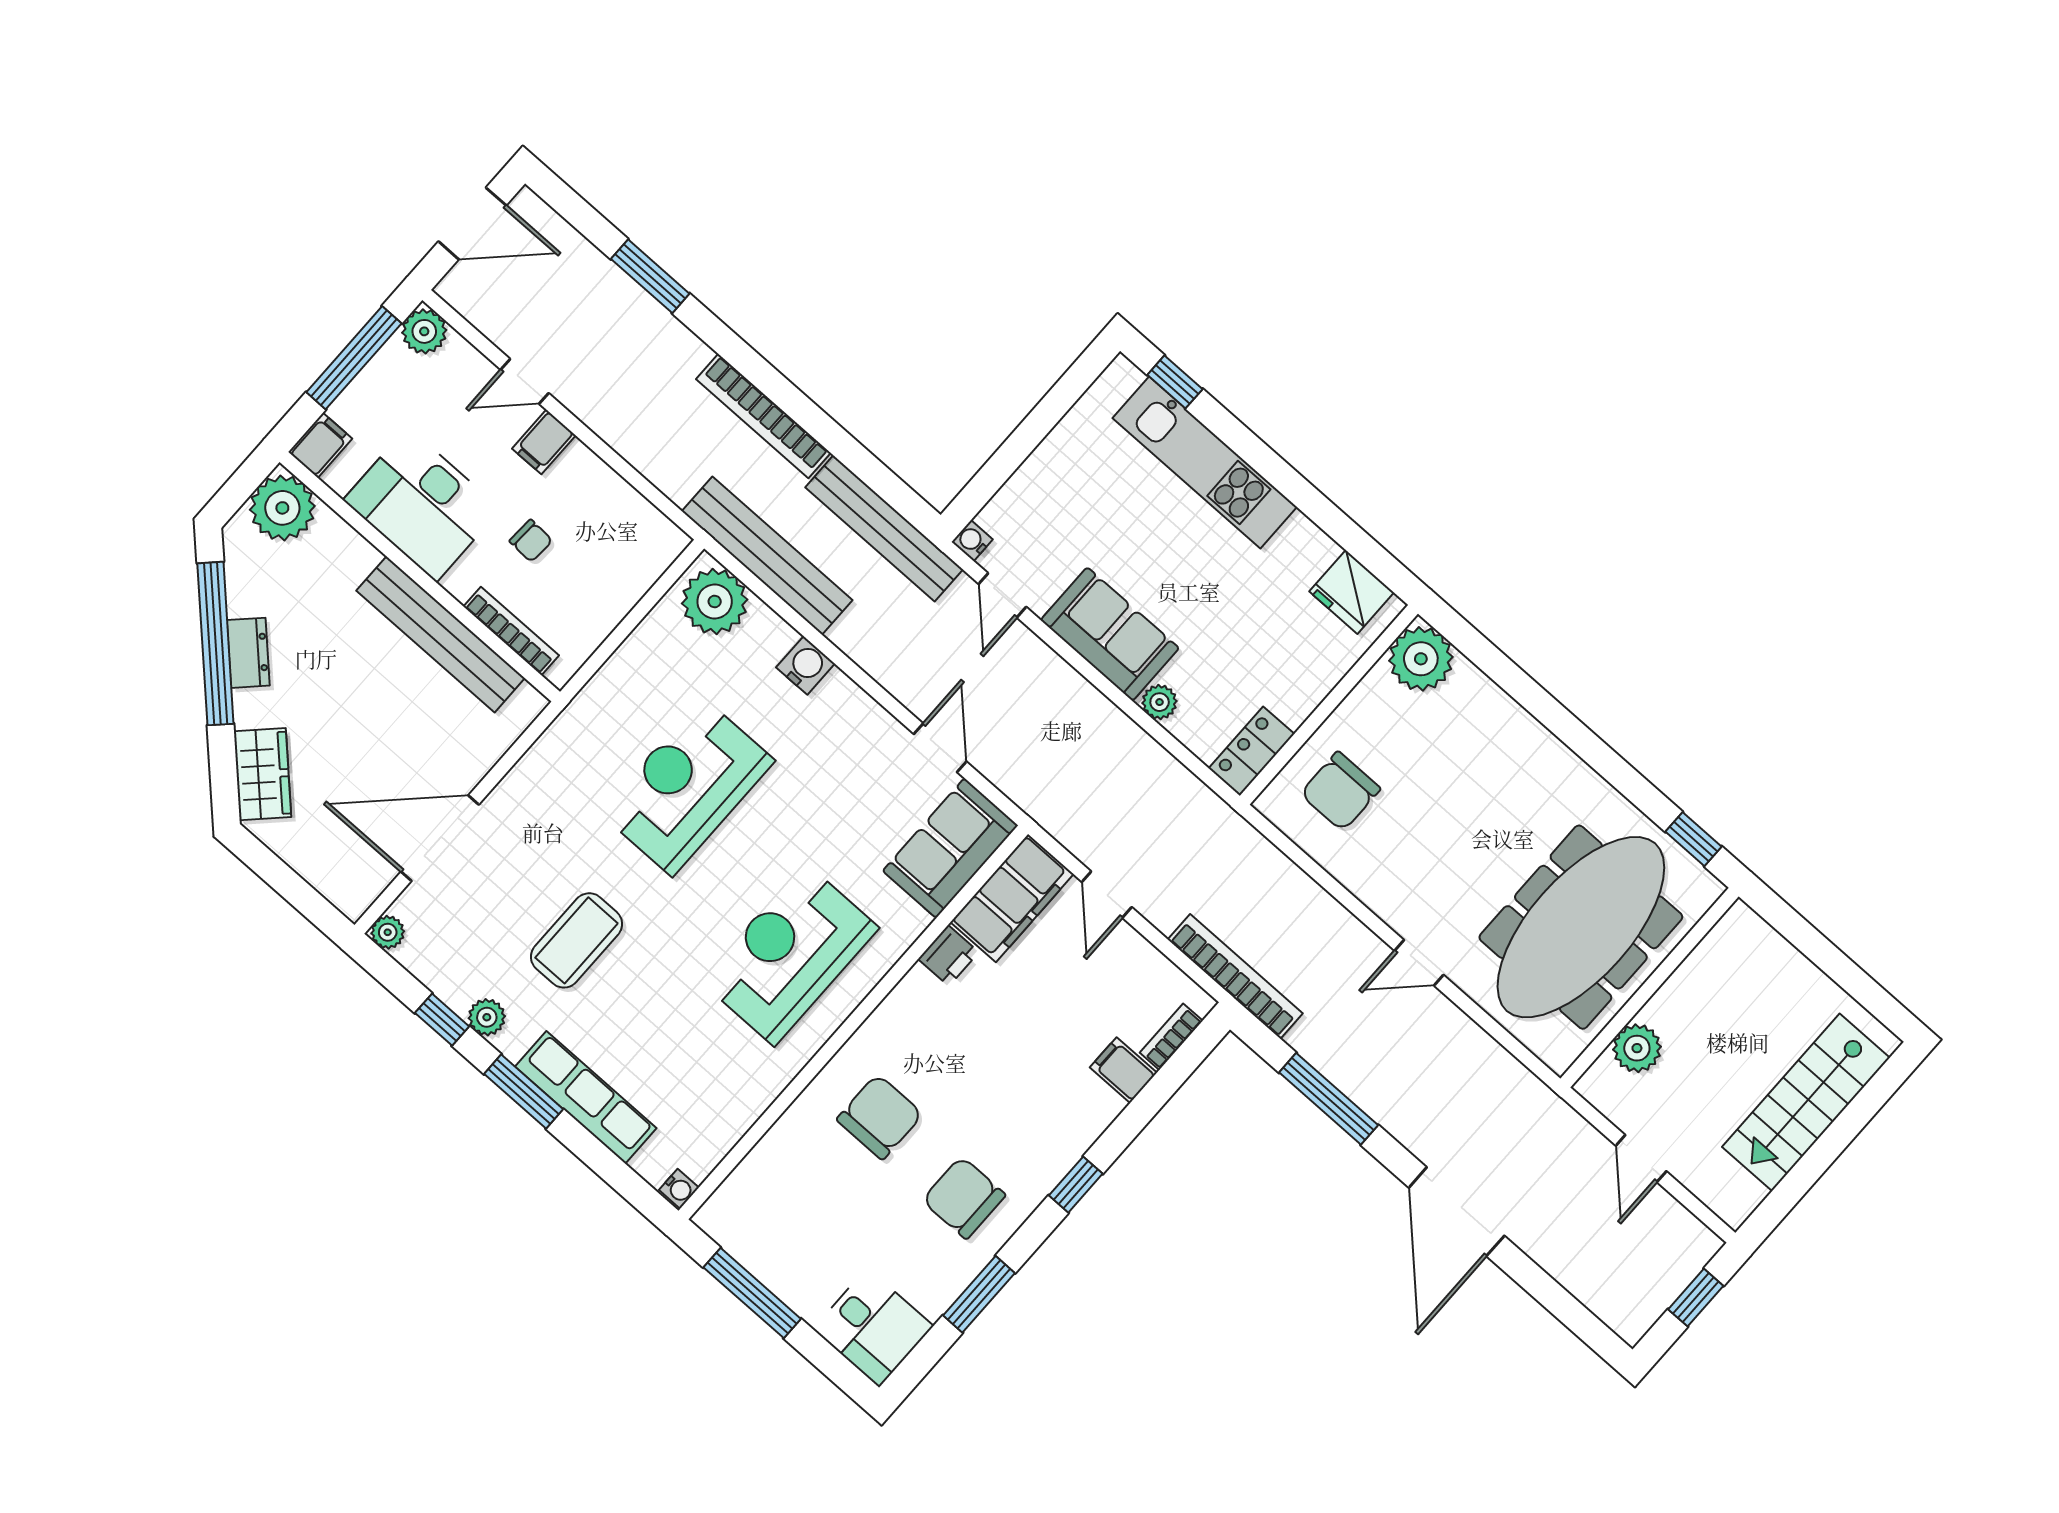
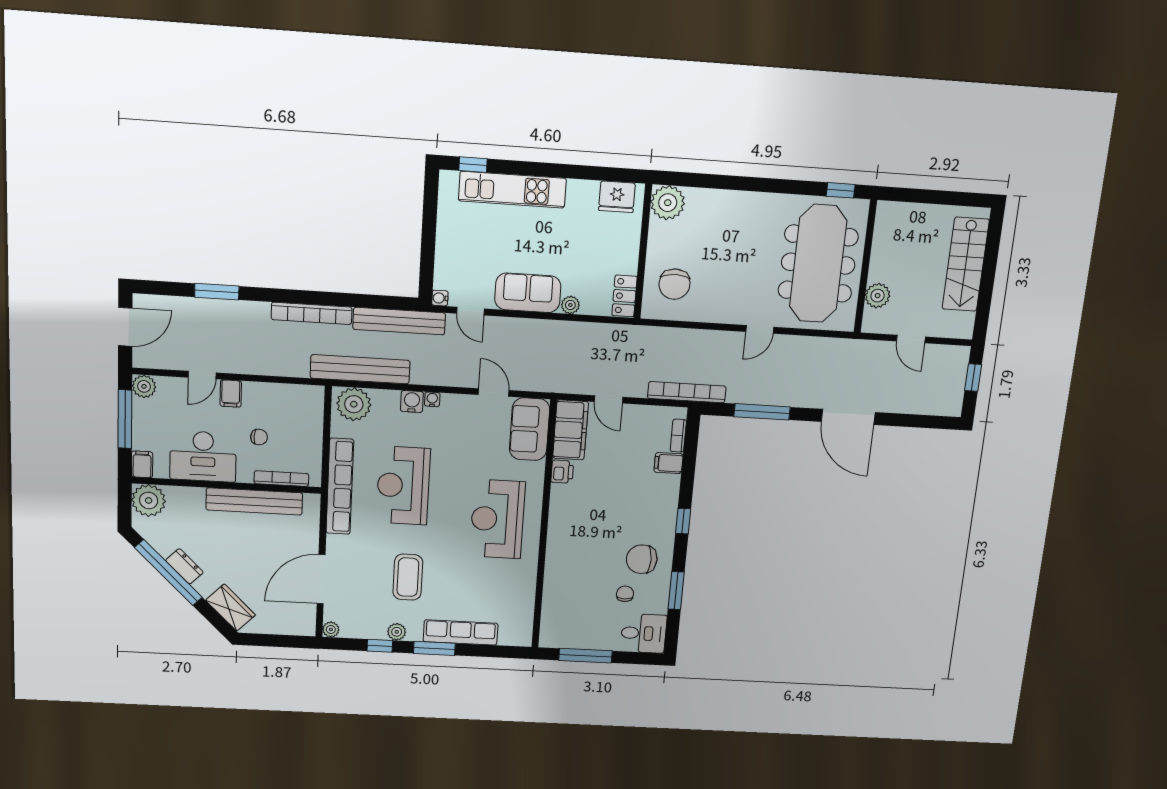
row of seats: (590, 713) -> (340, 486), added
chair: (880, 1117) -> (625, 594), moved, width x0.54, depth x0.54
water cooler: (679, 1189) -> (432, 399), moved, turned -90

